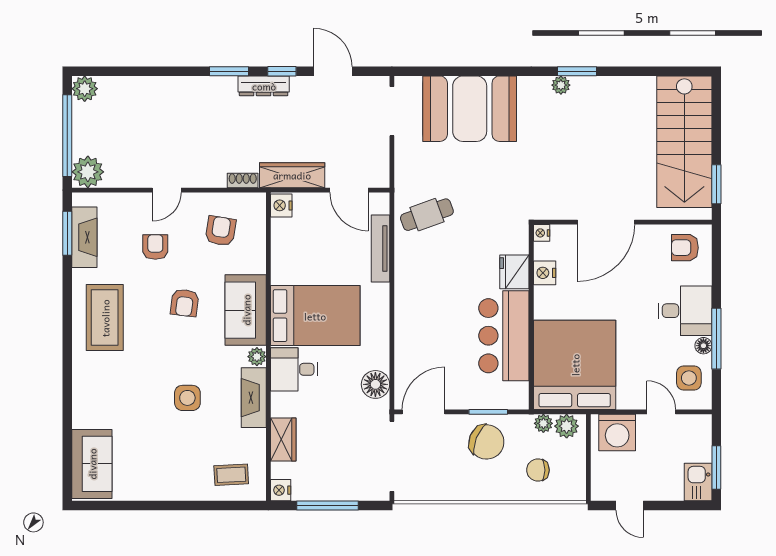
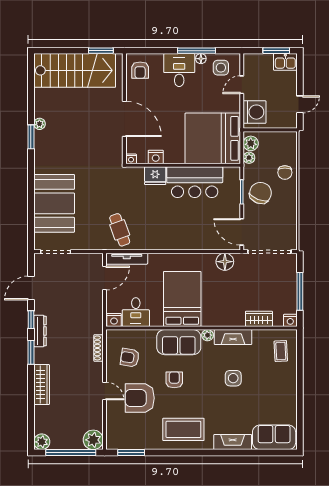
plant: (561, 85) -> (39, 124), moved
wardrobe: (292, 175) -> (42, 385), moved, turned 180
shoe rack: (243, 180) -> (99, 348), width x1.43
fireplace: (84, 237) -> (233, 442), moved
armchair: (155, 247) -> (140, 398), width x1.88, depth x1.88
tv unit: (380, 249) -> (127, 259), moved
armchair: (185, 303) -> (174, 380), turned -97
desk: (294, 369) -> (136, 312), moved
chair: (538, 470) -> (285, 172), moved

